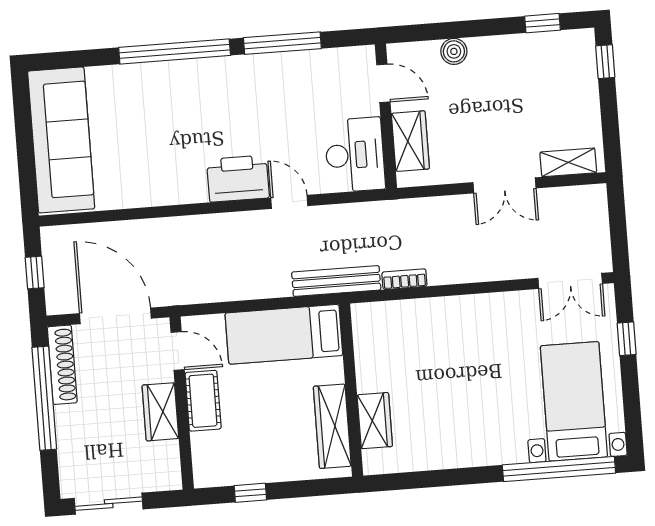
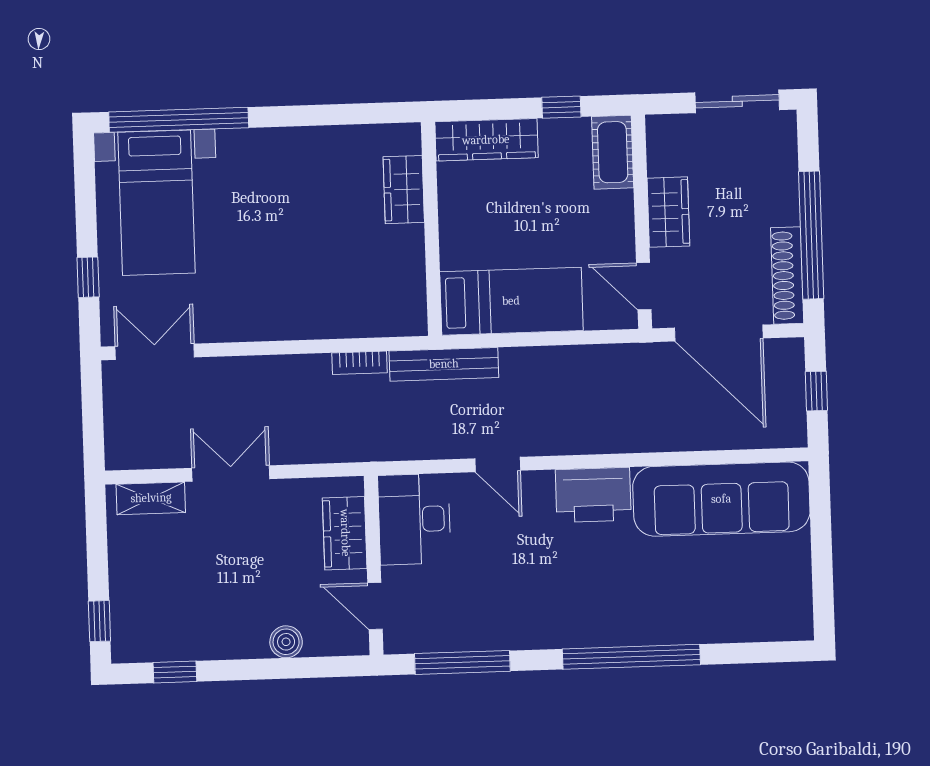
window: (282, 43) -> (462, 662), moved
sofa: (61, 140) -> (721, 499), moved, turned -90
printer: (238, 179) -> (593, 495), moved
cot: (203, 401) -> (613, 152), moved
wardrobe: (332, 426) -> (486, 140), moved, turned 90

